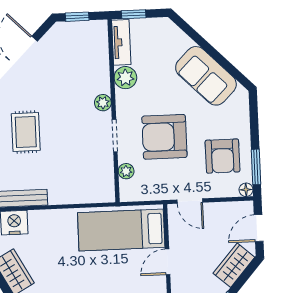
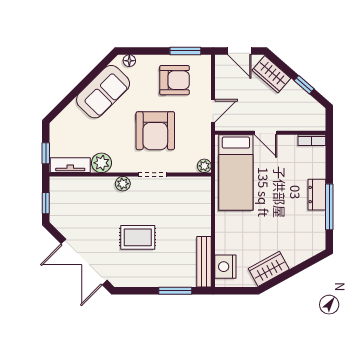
rug: (26, 132) -> (138, 237), moved
plant: (126, 171) -> (204, 166), moved
floor lamp: (246, 190) -> (129, 61), moved

